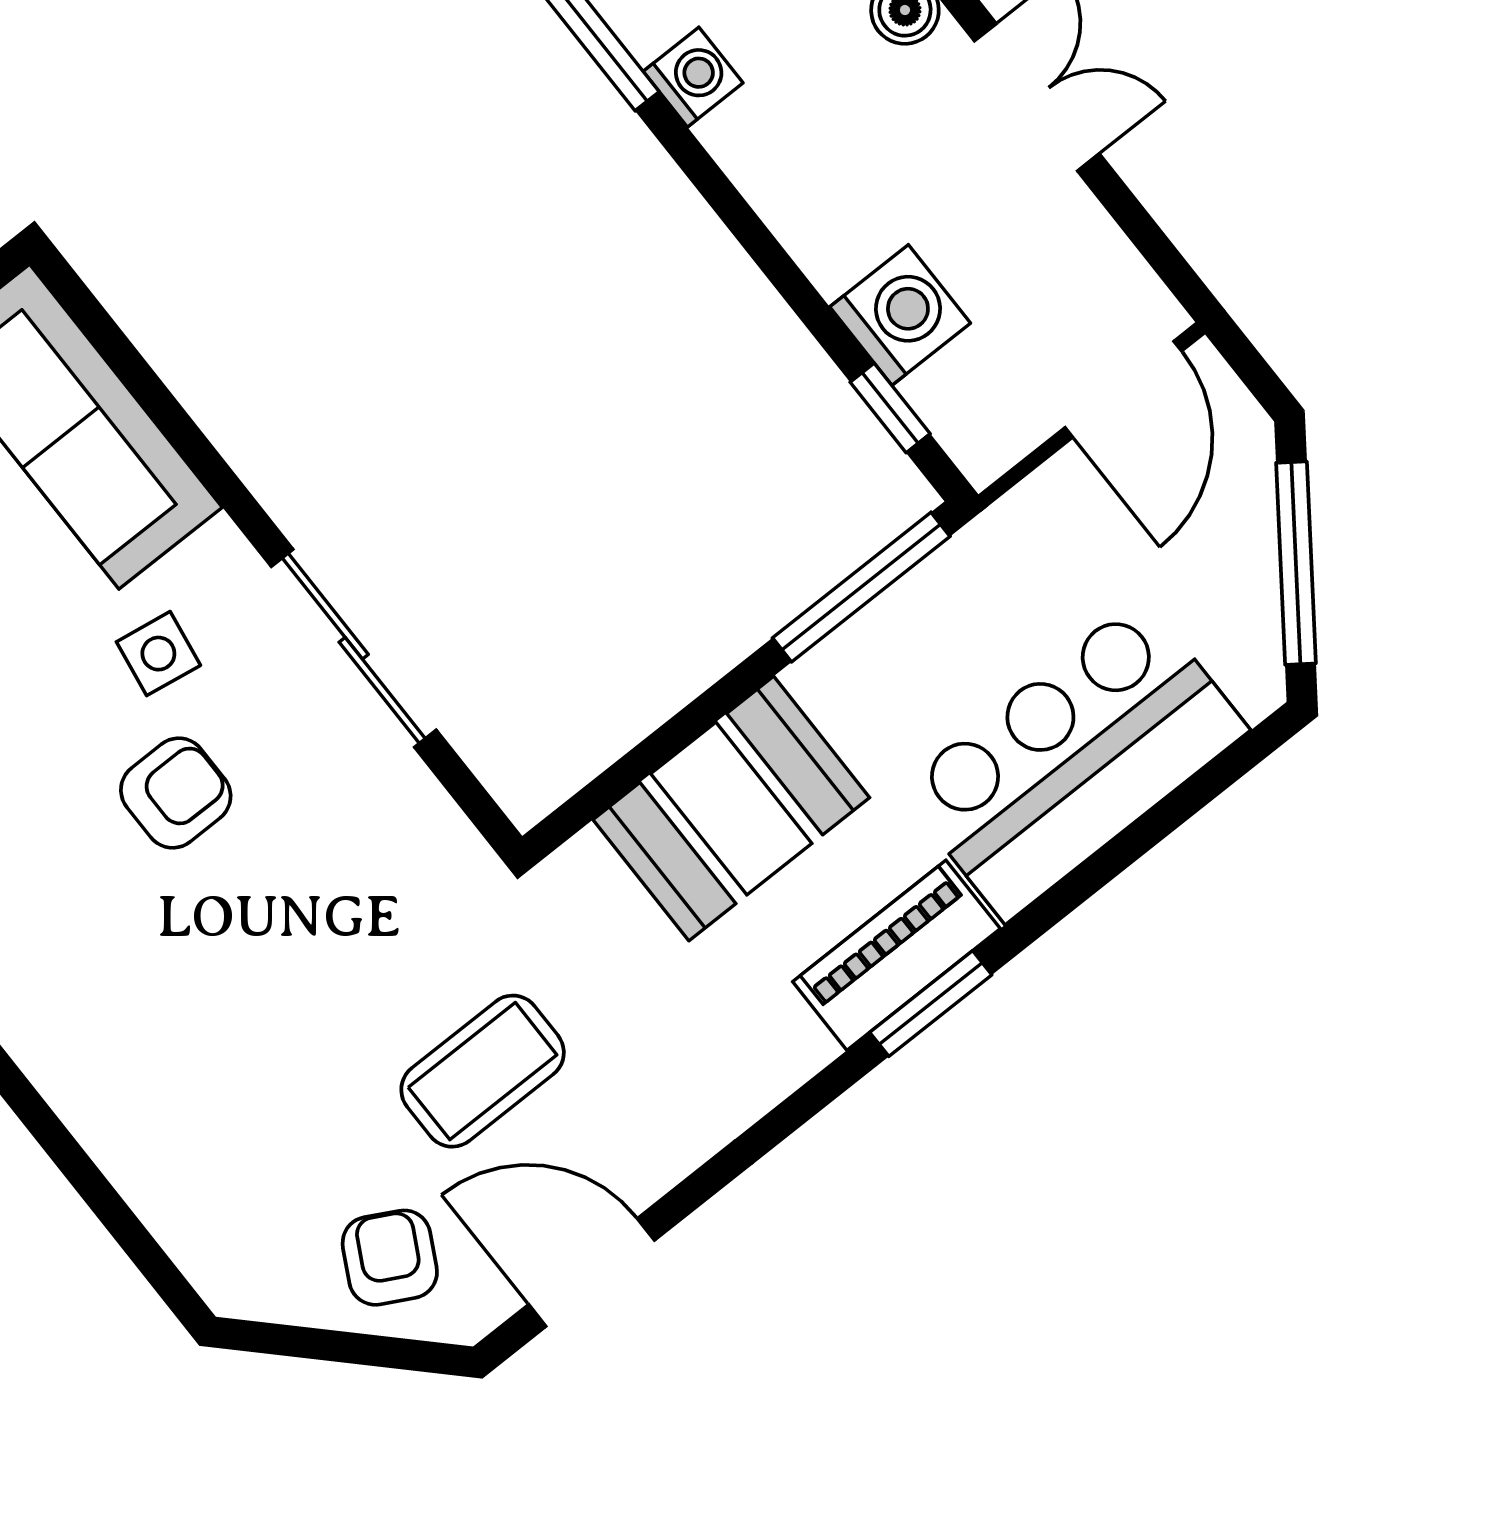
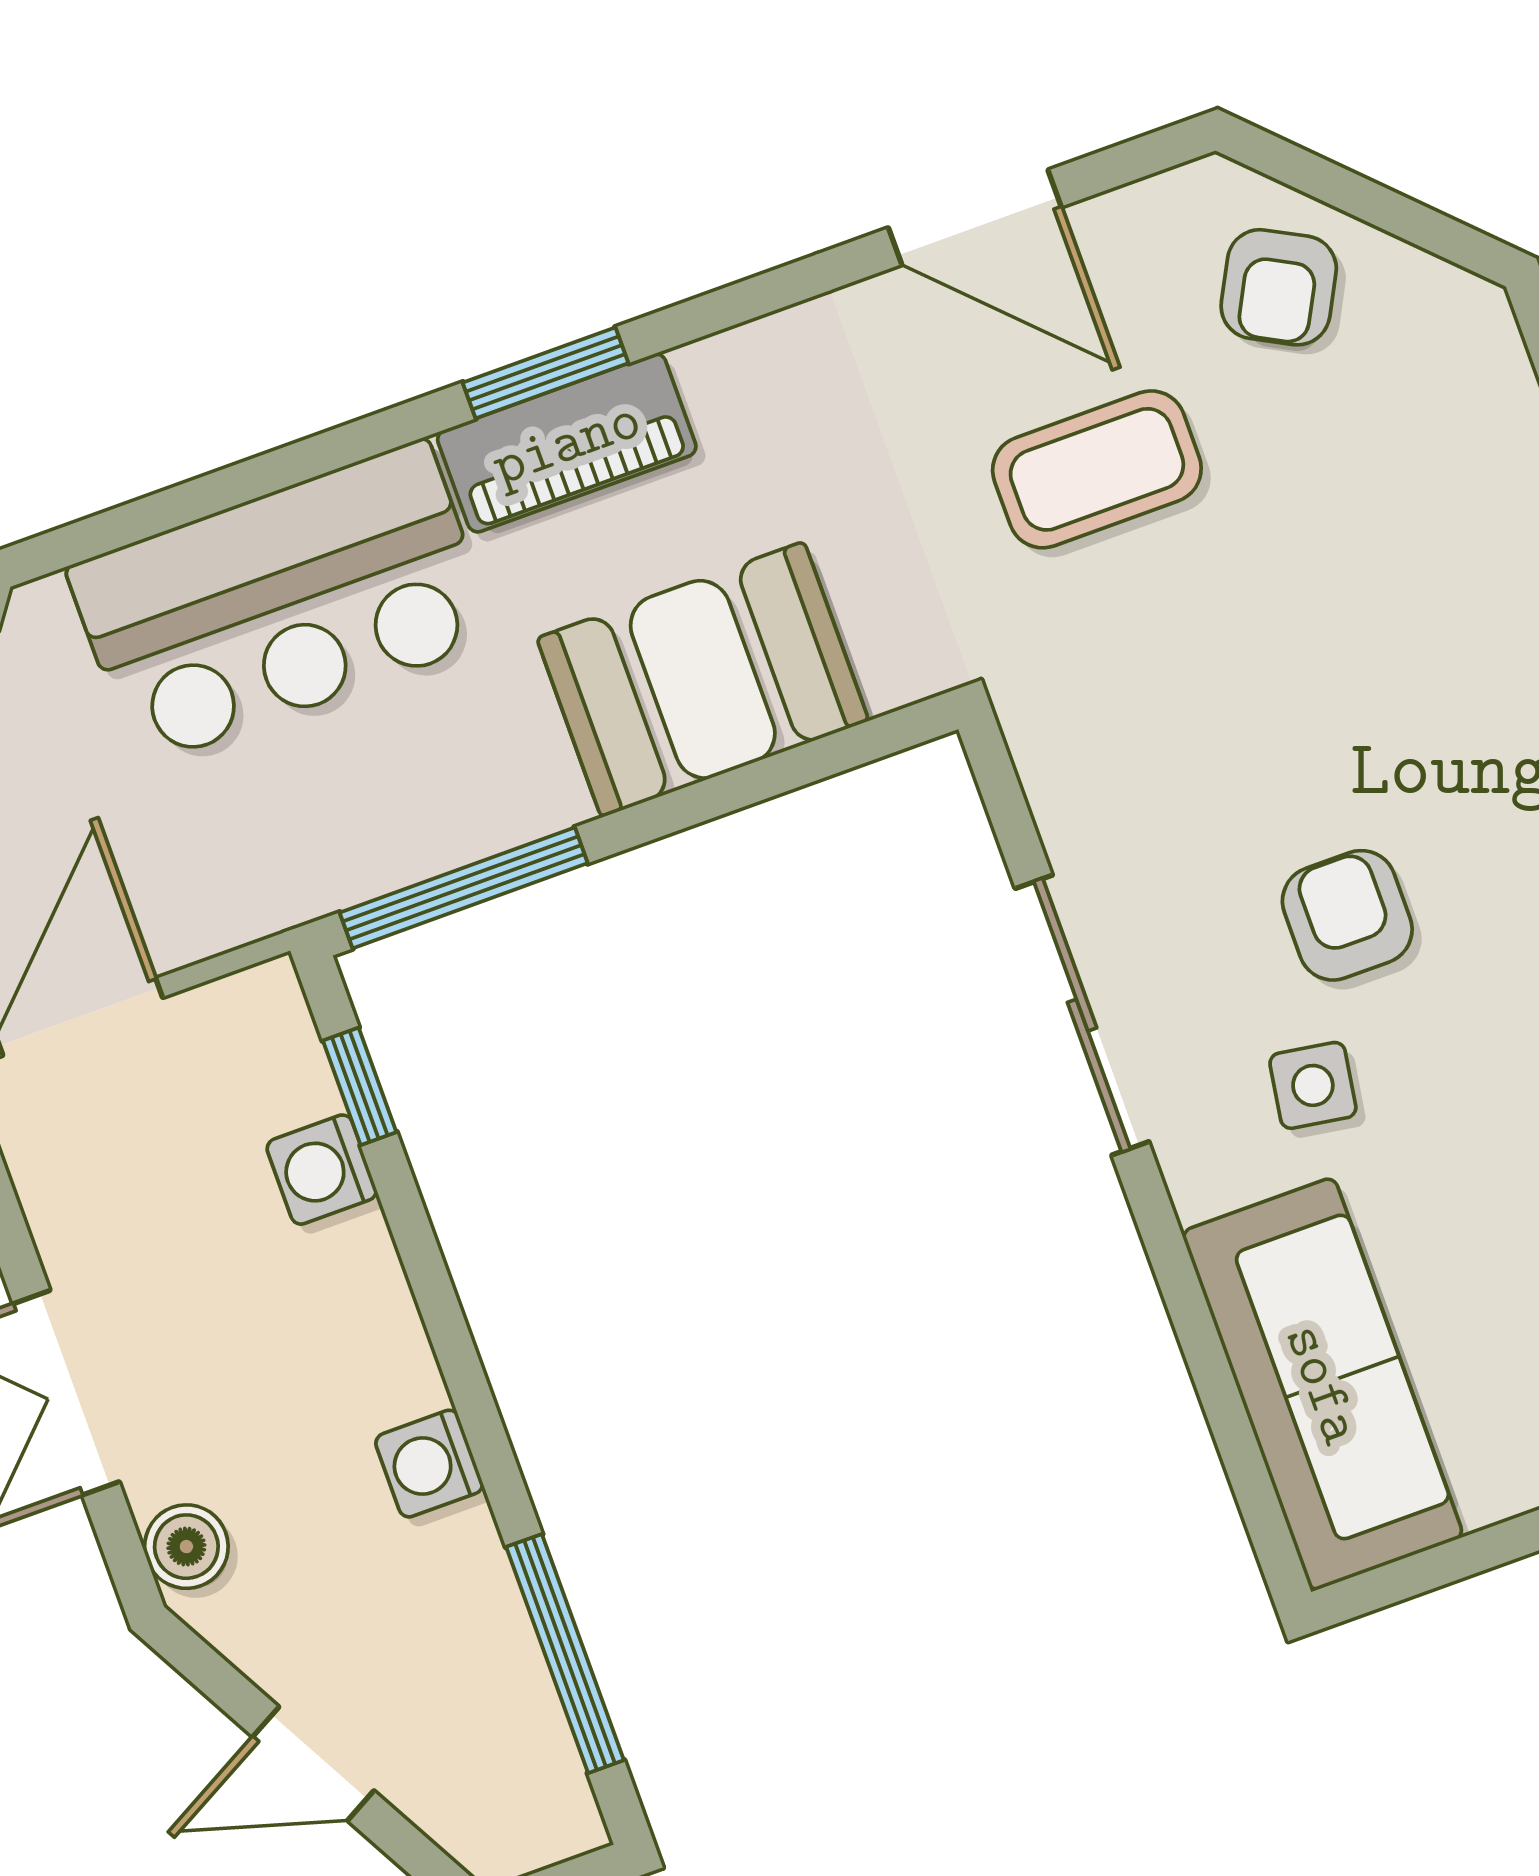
washing machine: (693, 77) -> (429, 1464), moved
washing machine: (900, 315) -> (322, 1170), width x0.73, depth x0.73
armchair: (176, 793) -> (1347, 915), turned 90
door: (591, 1272) -> (975, 217), moved

